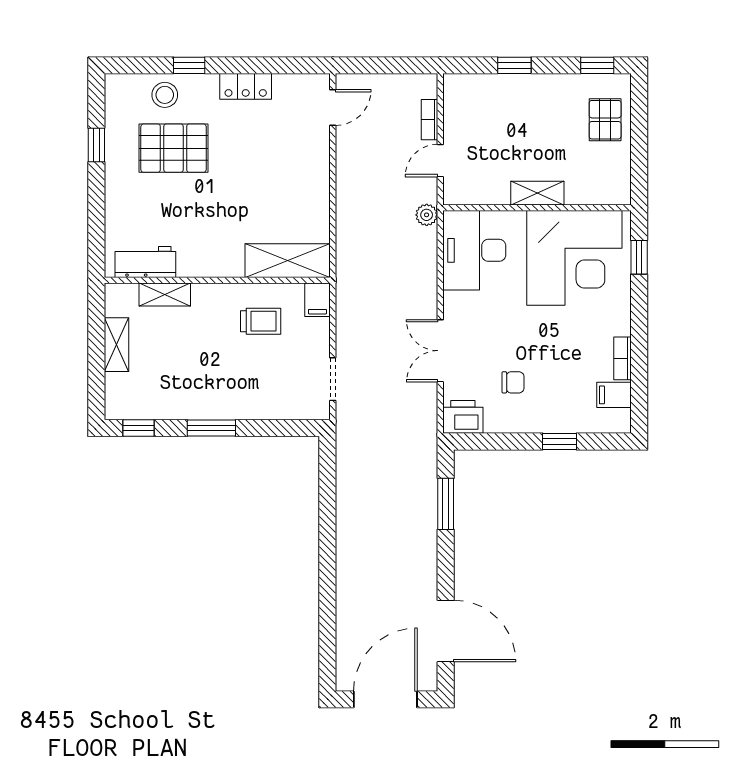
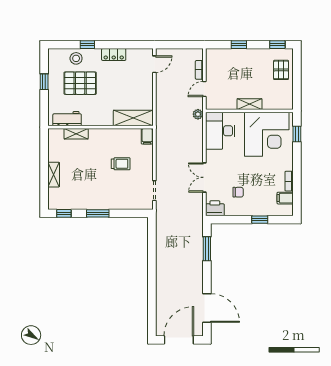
shelving: (288, 261) -> (133, 118), moved
workbench: (145, 262) -> (67, 119), moved
wall: (217, 280) -> (101, 127), moved
shelving: (165, 294) -> (76, 134), moved
filing cabinet: (317, 300) -> (147, 136), moved

